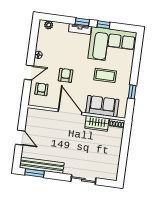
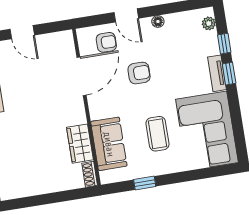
window: (104, 25) -> (224, 44), moved
door: (70, 112) -> (81, 76), moved
door: (20, 138) -> (22, 32), hinge flipped

